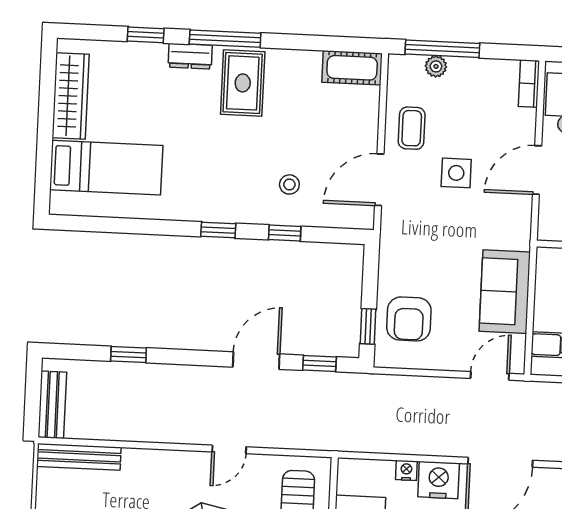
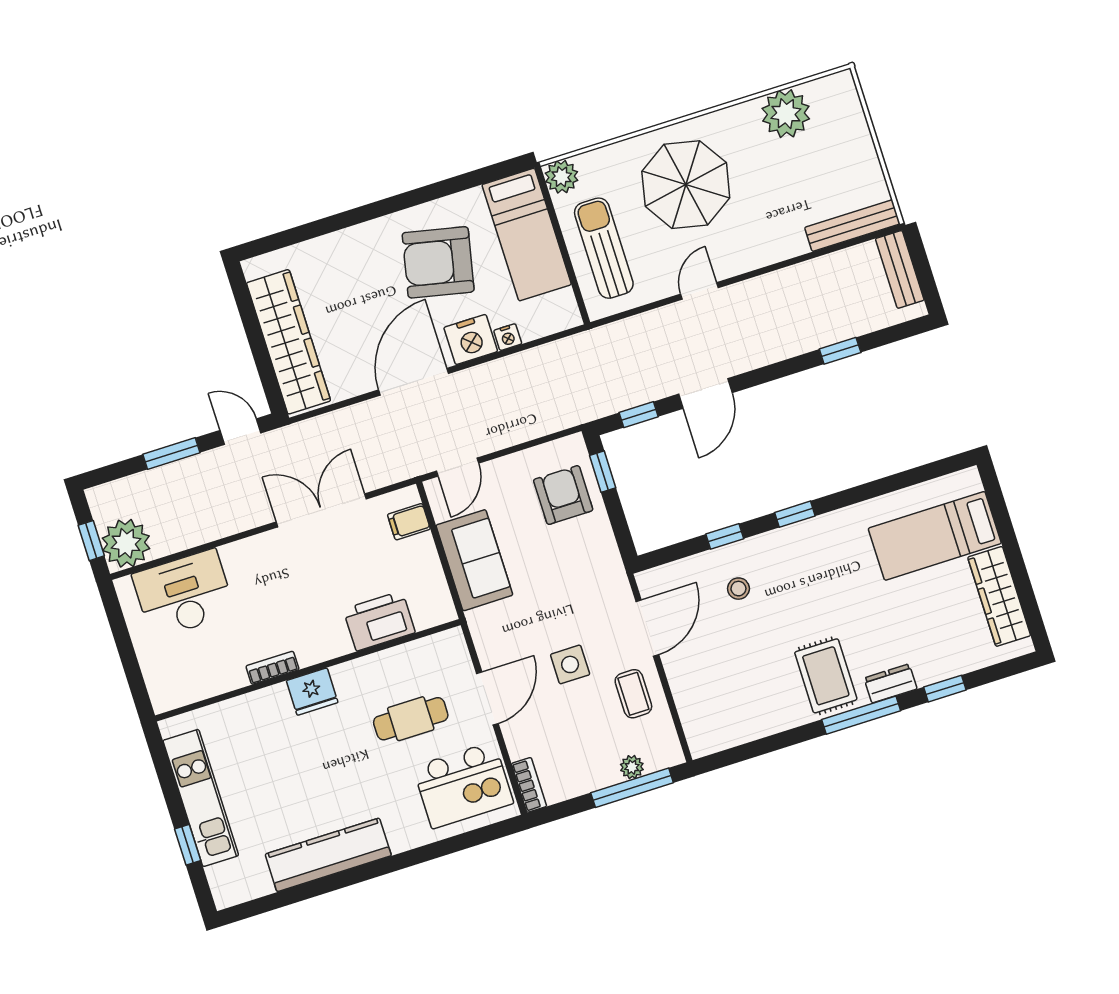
cot: (352, 68) -> (718, 733), removed

